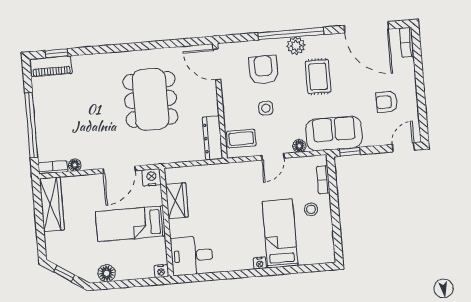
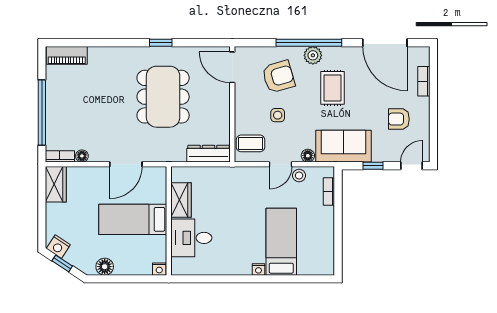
bookcase: (407, 42) -> (424, 81), moved
window: (57, 53) -> (161, 43), moved
armchair: (263, 70) -> (278, 77), turned 74
dresser: (212, 138) -> (208, 154), moved, turned 90
window: (350, 152) -> (373, 166), moved
nightstand: (152, 177) -> (58, 247), moved, turned -147
wardrobe: (52, 204) -> (56, 184), width x0.67
stool: (311, 209) -> (299, 176), moved
desk: (192, 256) -> (191, 238), moved

